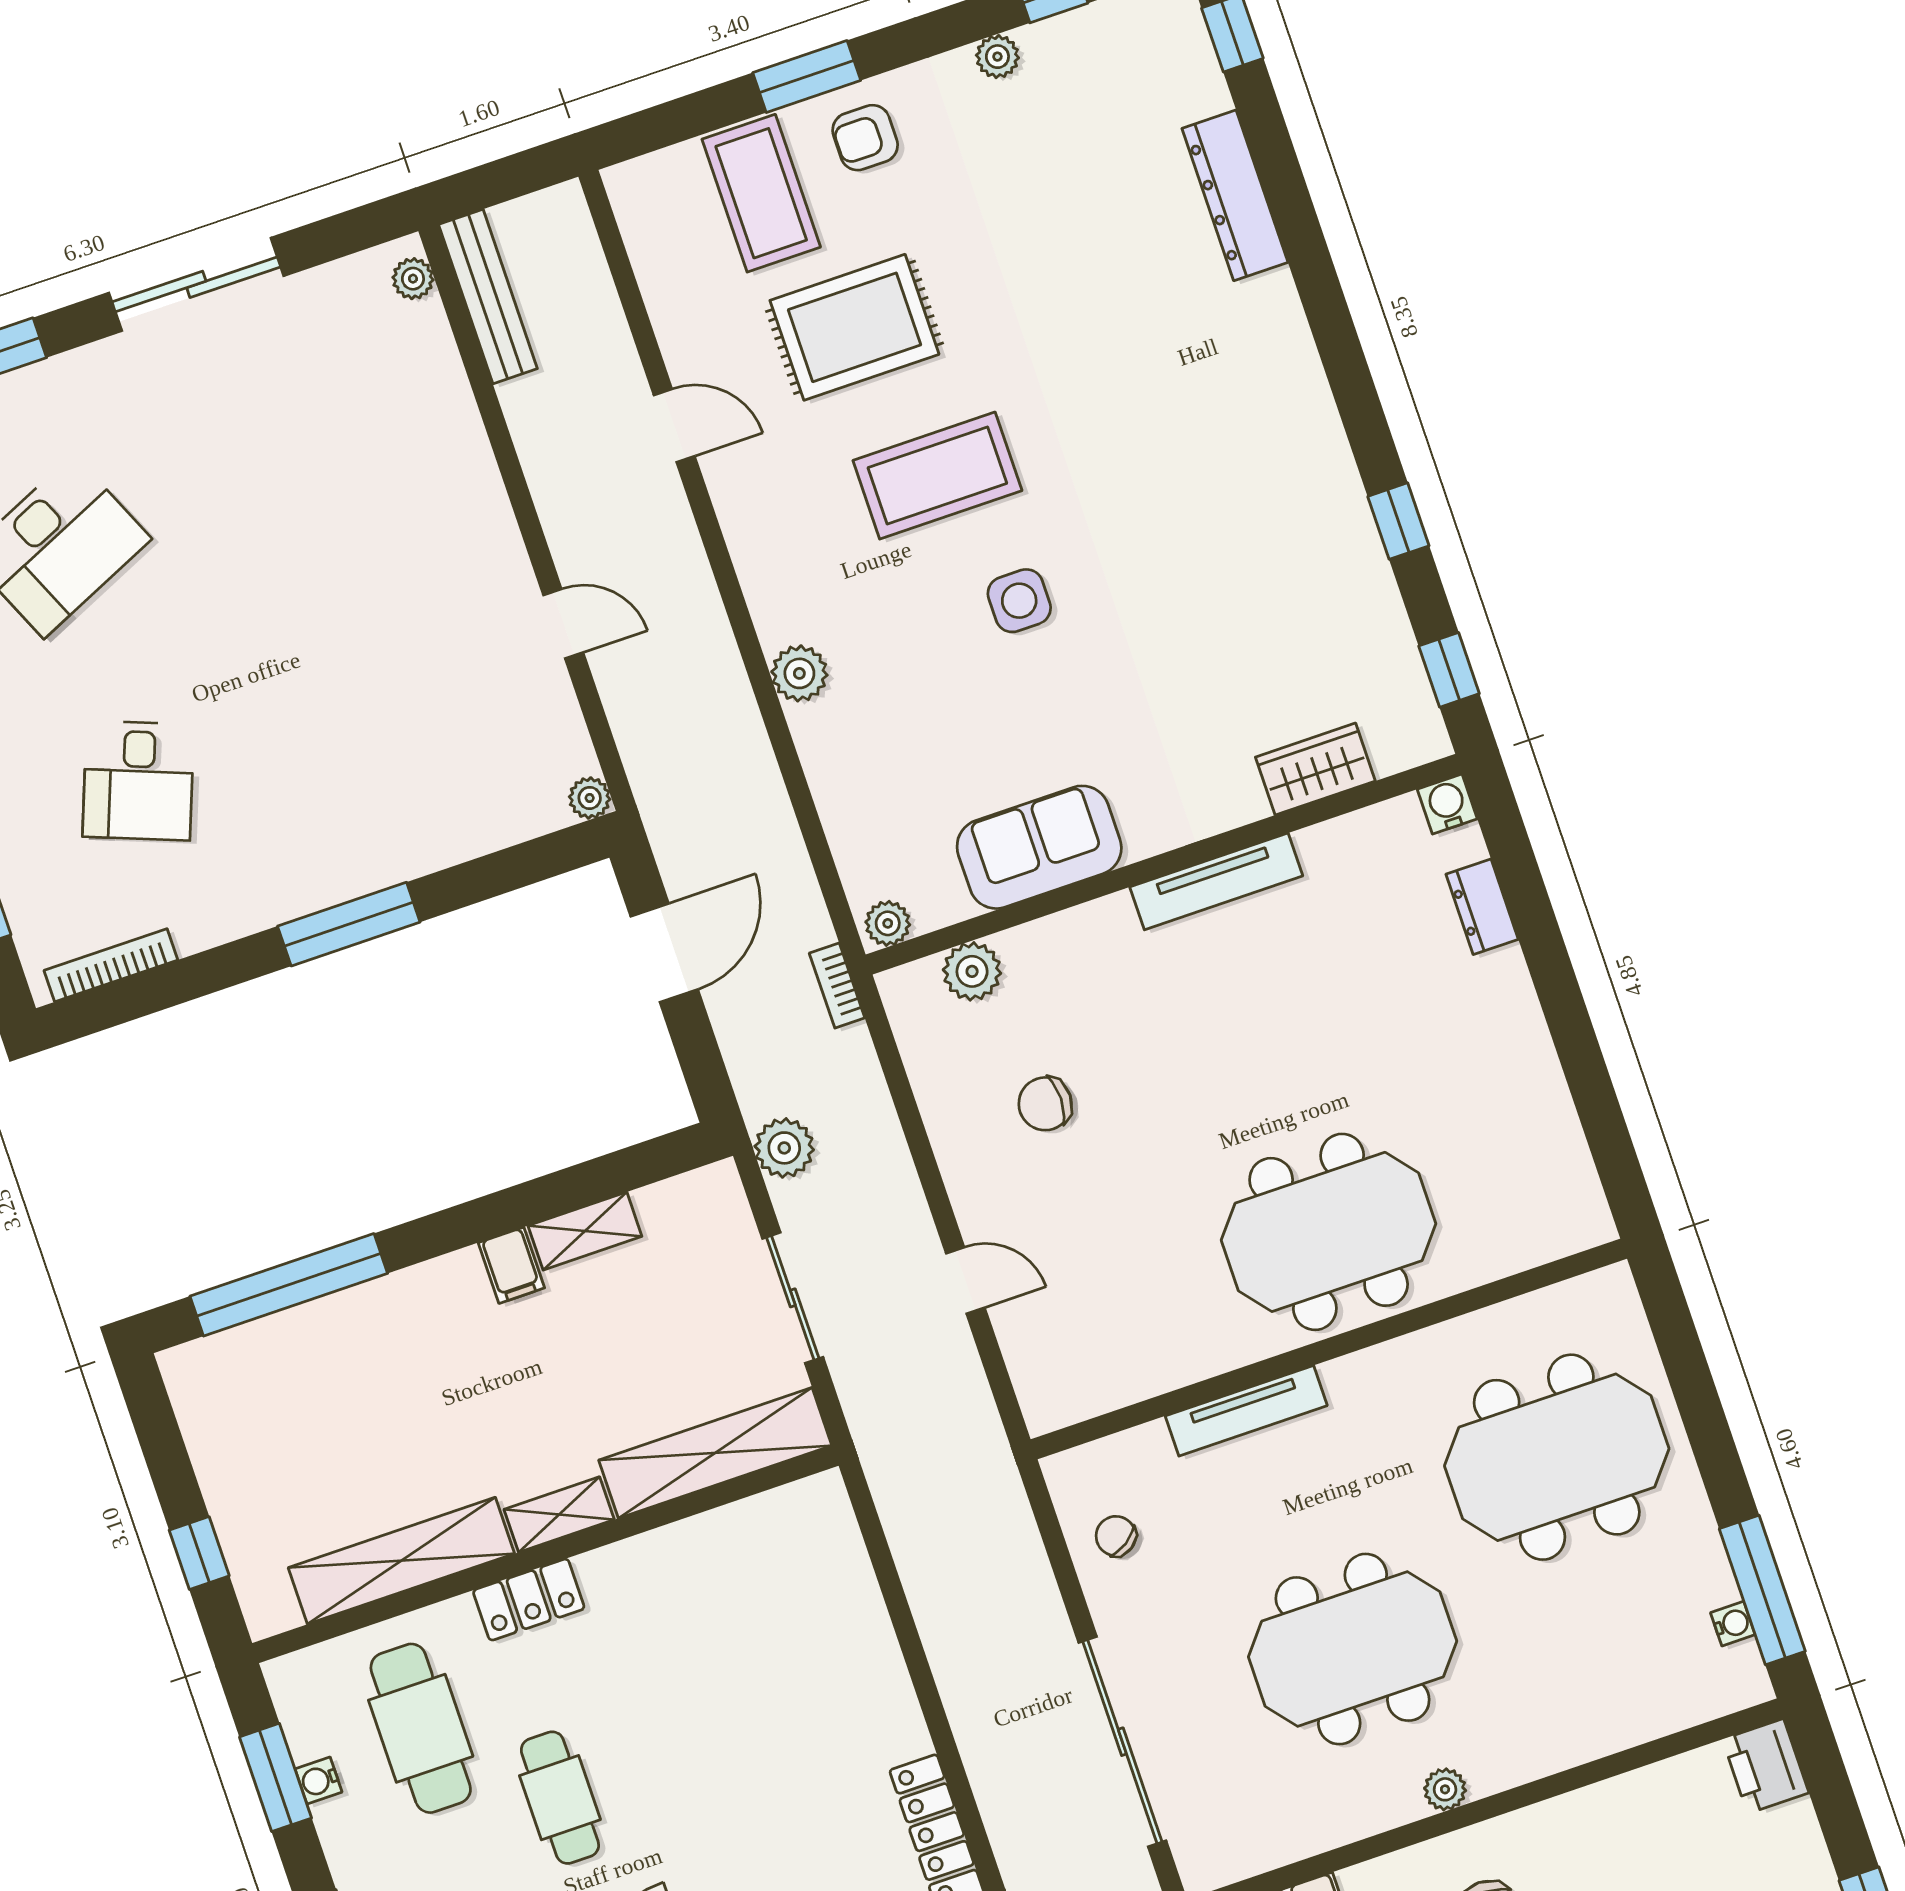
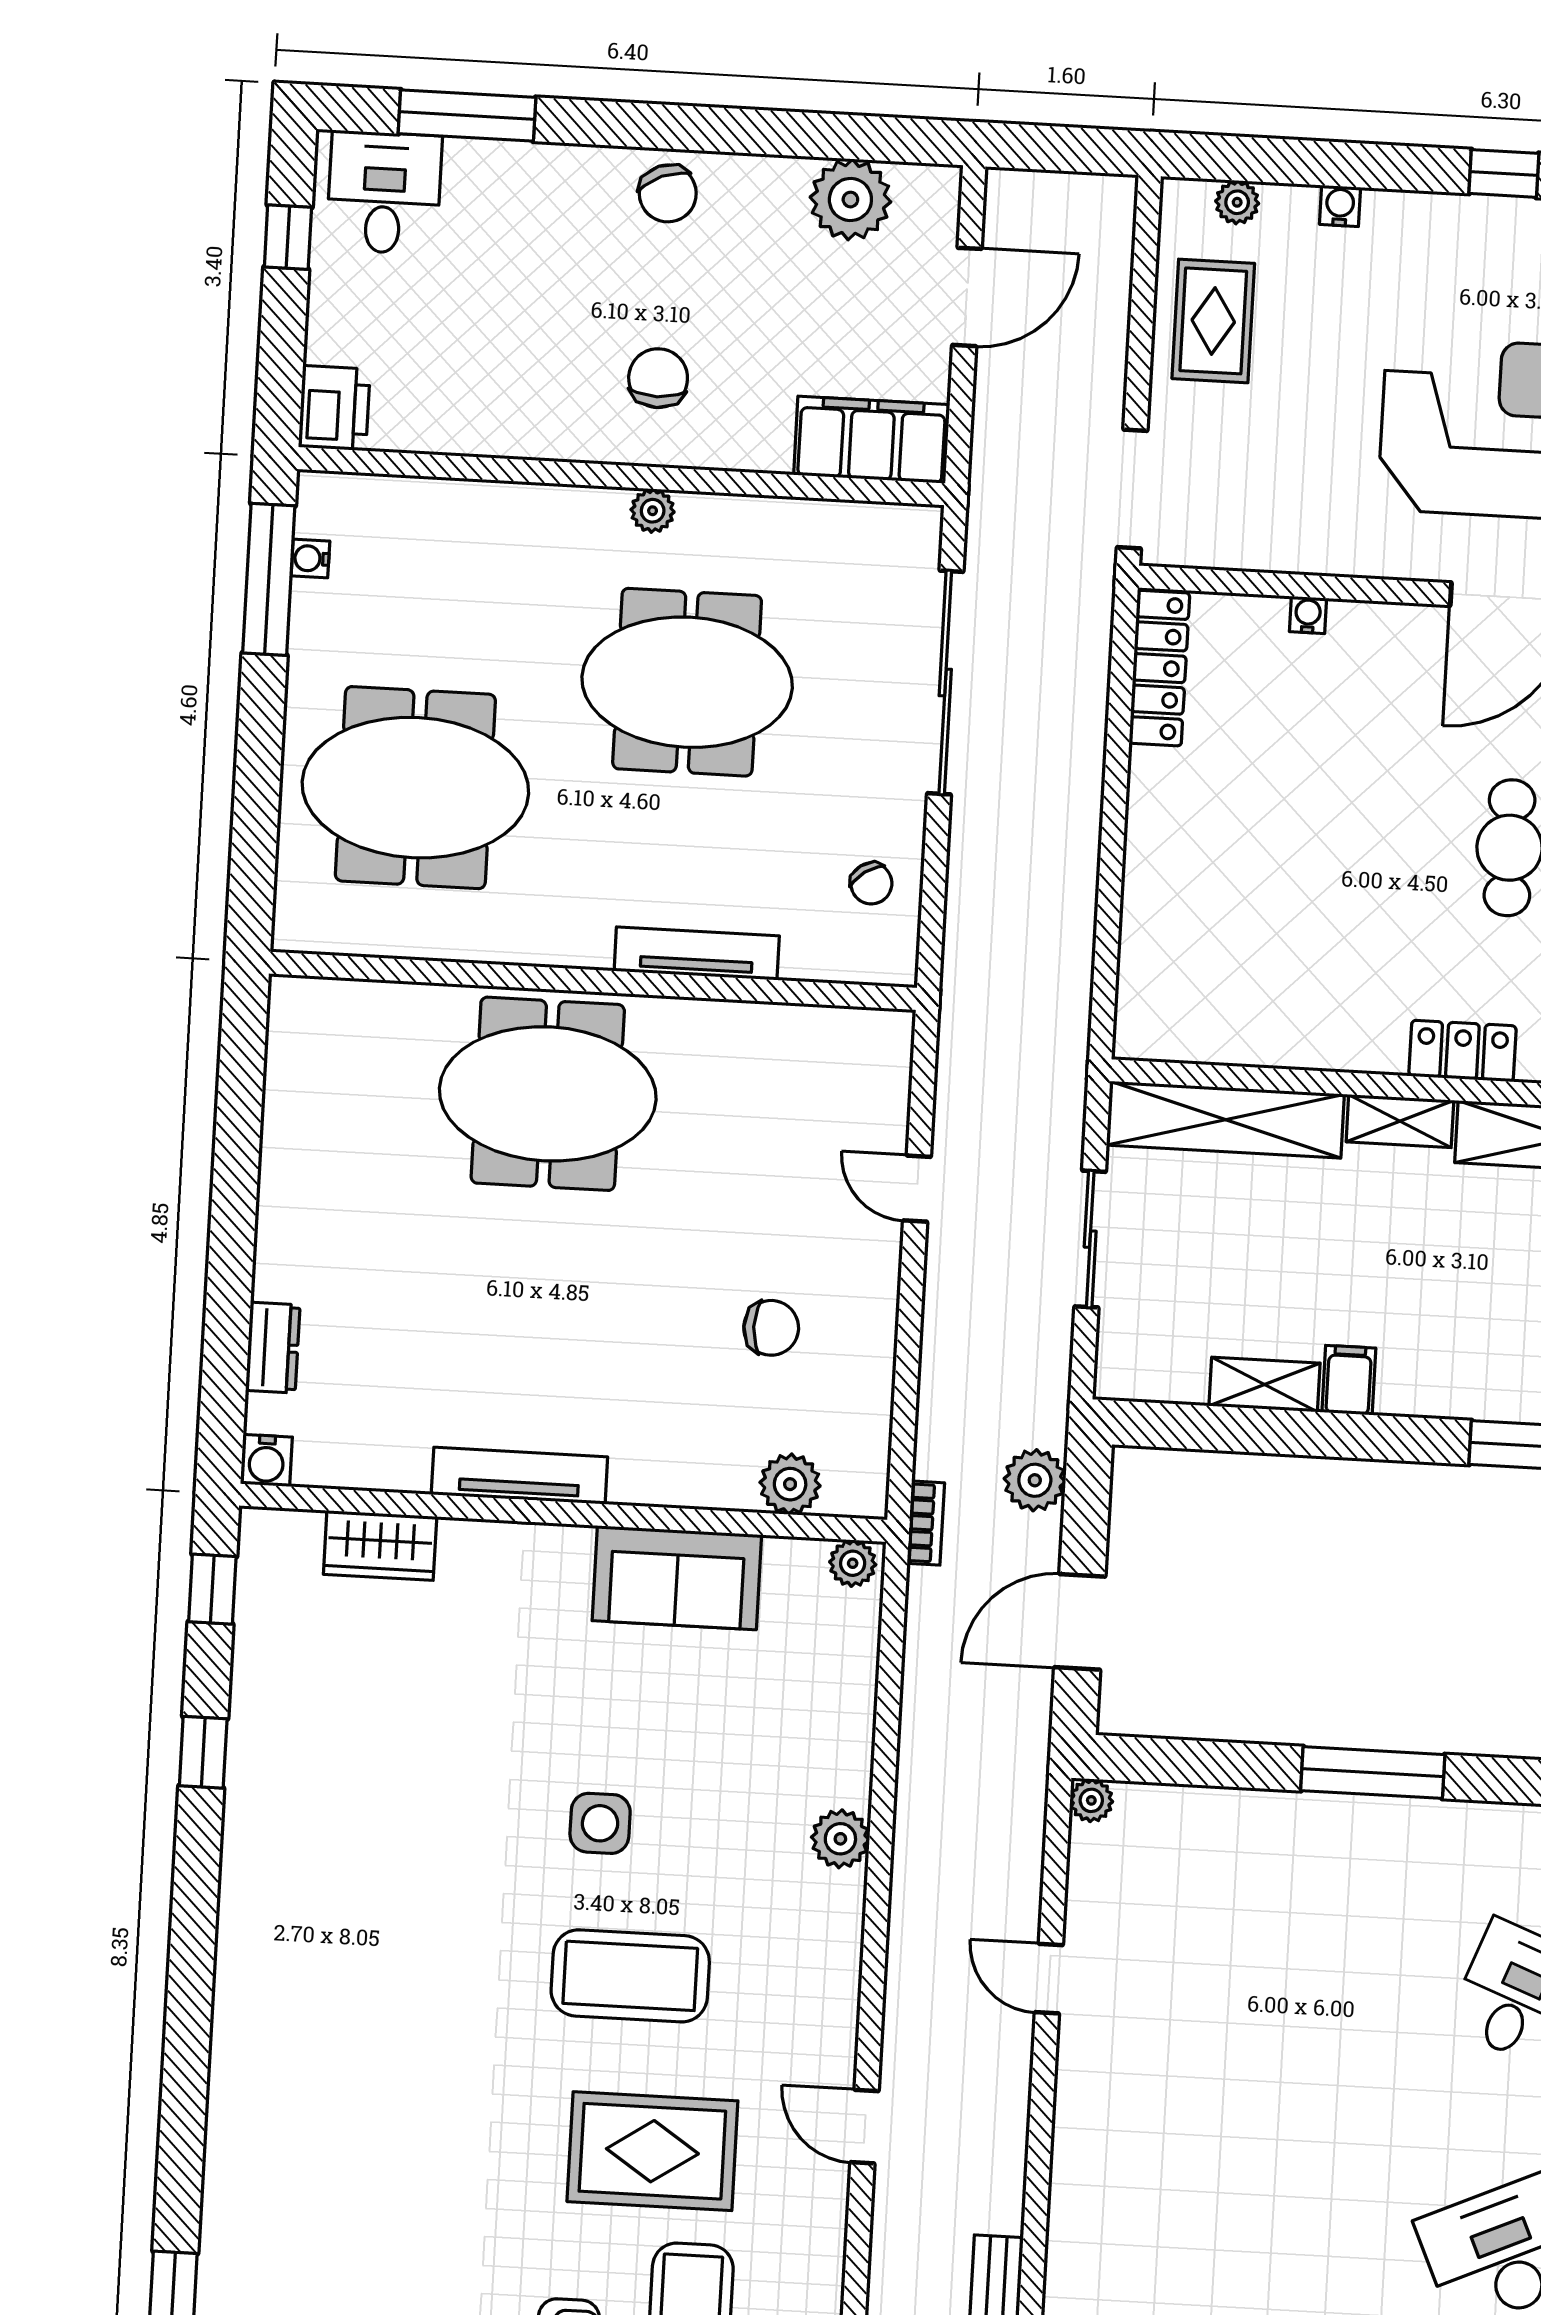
dresser: (1235, 195) -> (234, 2130), removed
plant: (784, 1148) -> (1035, 1480), moved

